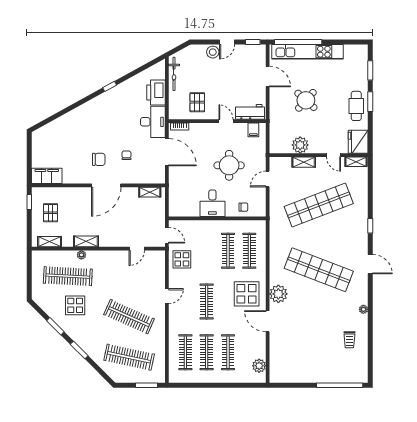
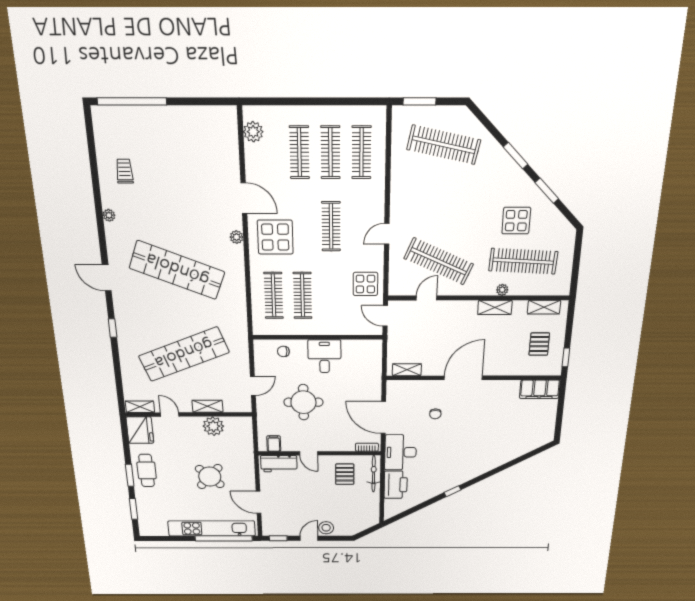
bicycle: (174, 74) -> (374, 474), moved
chair: (99, 159) -> (471, 409), removed
plant: (278, 294) -> (237, 237), width x0.53, depth x0.53
clothes rail: (129, 317) -> (439, 261), moved

